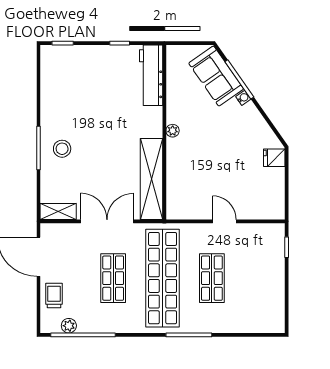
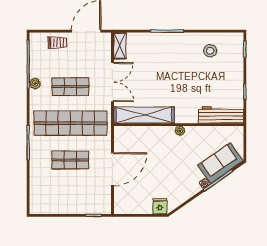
stool: (62, 149) -> (210, 51), moved
door: (224, 221) -> (113, 169), width x1.87
plant: (69, 326) -> (35, 84), moved

